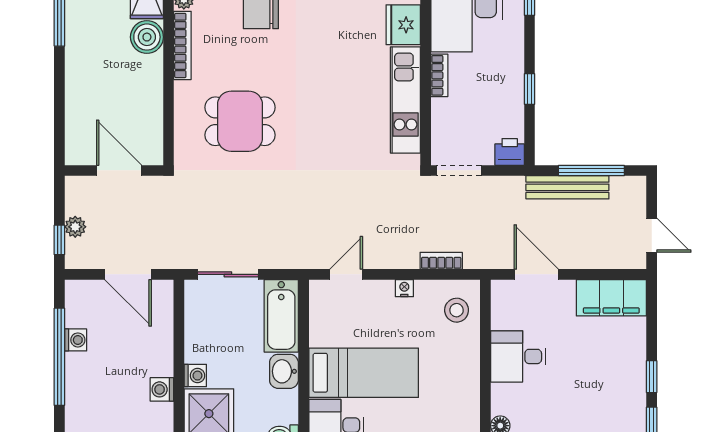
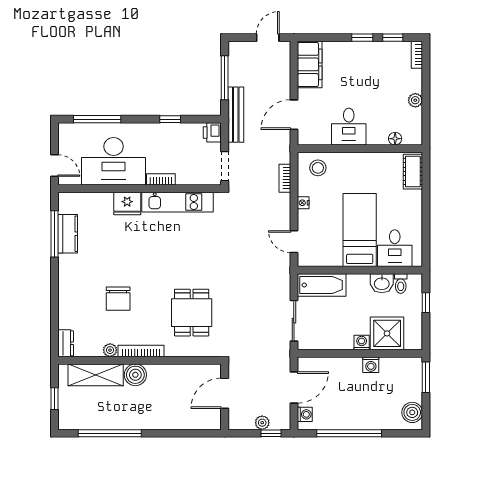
bench: (567, 187) -> (236, 115), moved
washing machine: (76, 340) -> (305, 414), moved, turned 90
washbasin: (284, 371) -> (382, 283), moved

